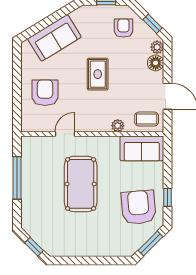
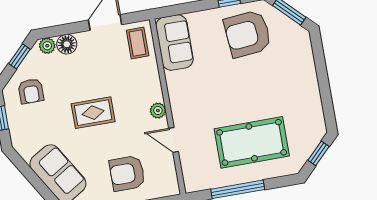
armchair: (123, 28) -> (31, 91), turned -90
plant: (118, 126) -> (158, 111), moved
pool table: (81, 184) -> (252, 142), moved

